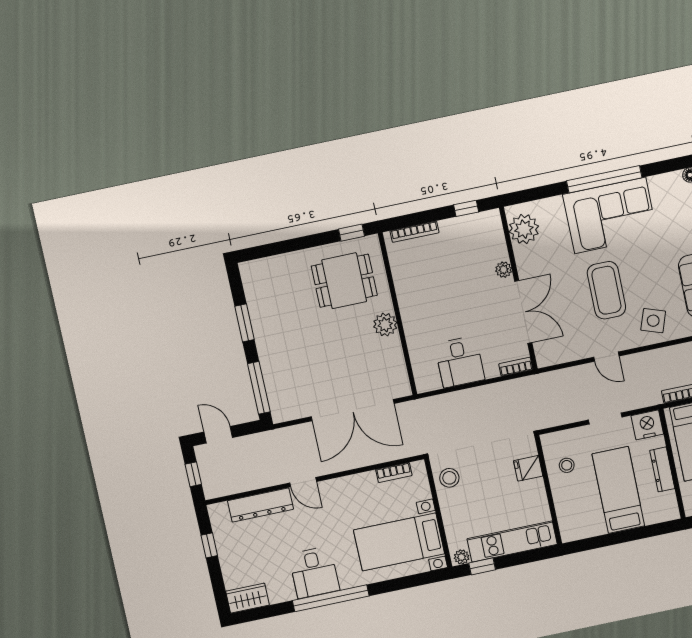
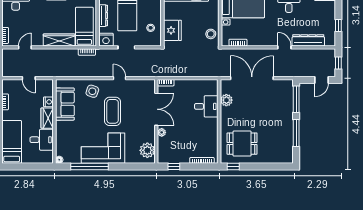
window: (604, 179) -> (90, 167), moved
double door: (523, 312) -> (156, 109), swing flipped
window: (245, 323) -> (296, 133), width x1.44
plant: (385, 325) -> (226, 100), moved
desk: (460, 362) -> (206, 106), moved, turned 90
door: (218, 435) -> (322, 80), hinge flipped
fridge: (528, 468) -> (172, 30), width x1.88, depth x1.34

